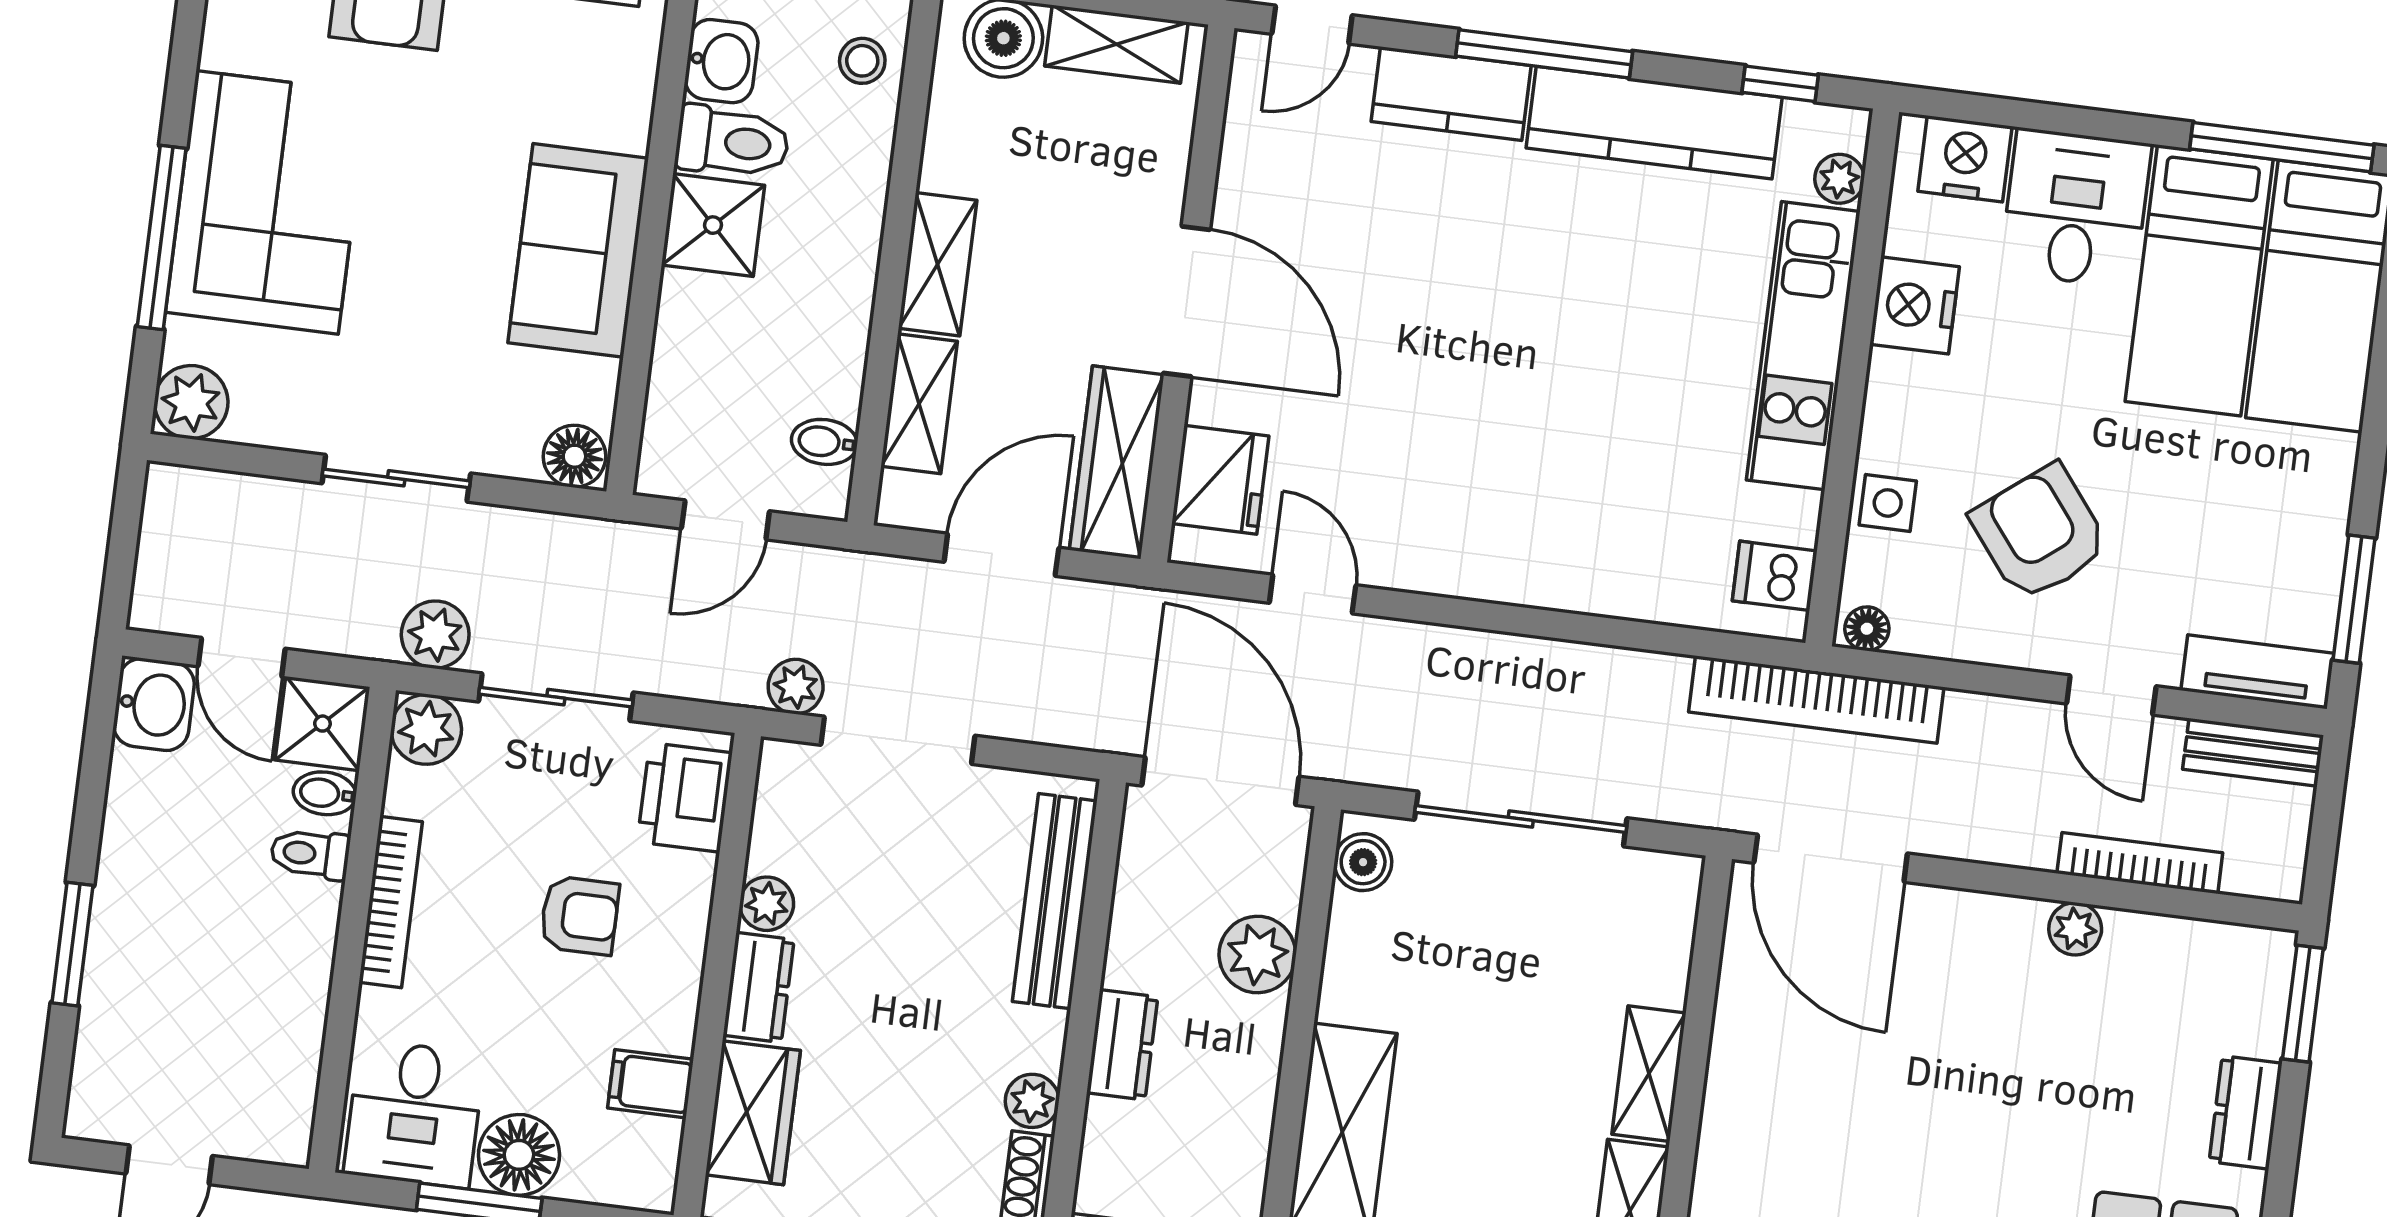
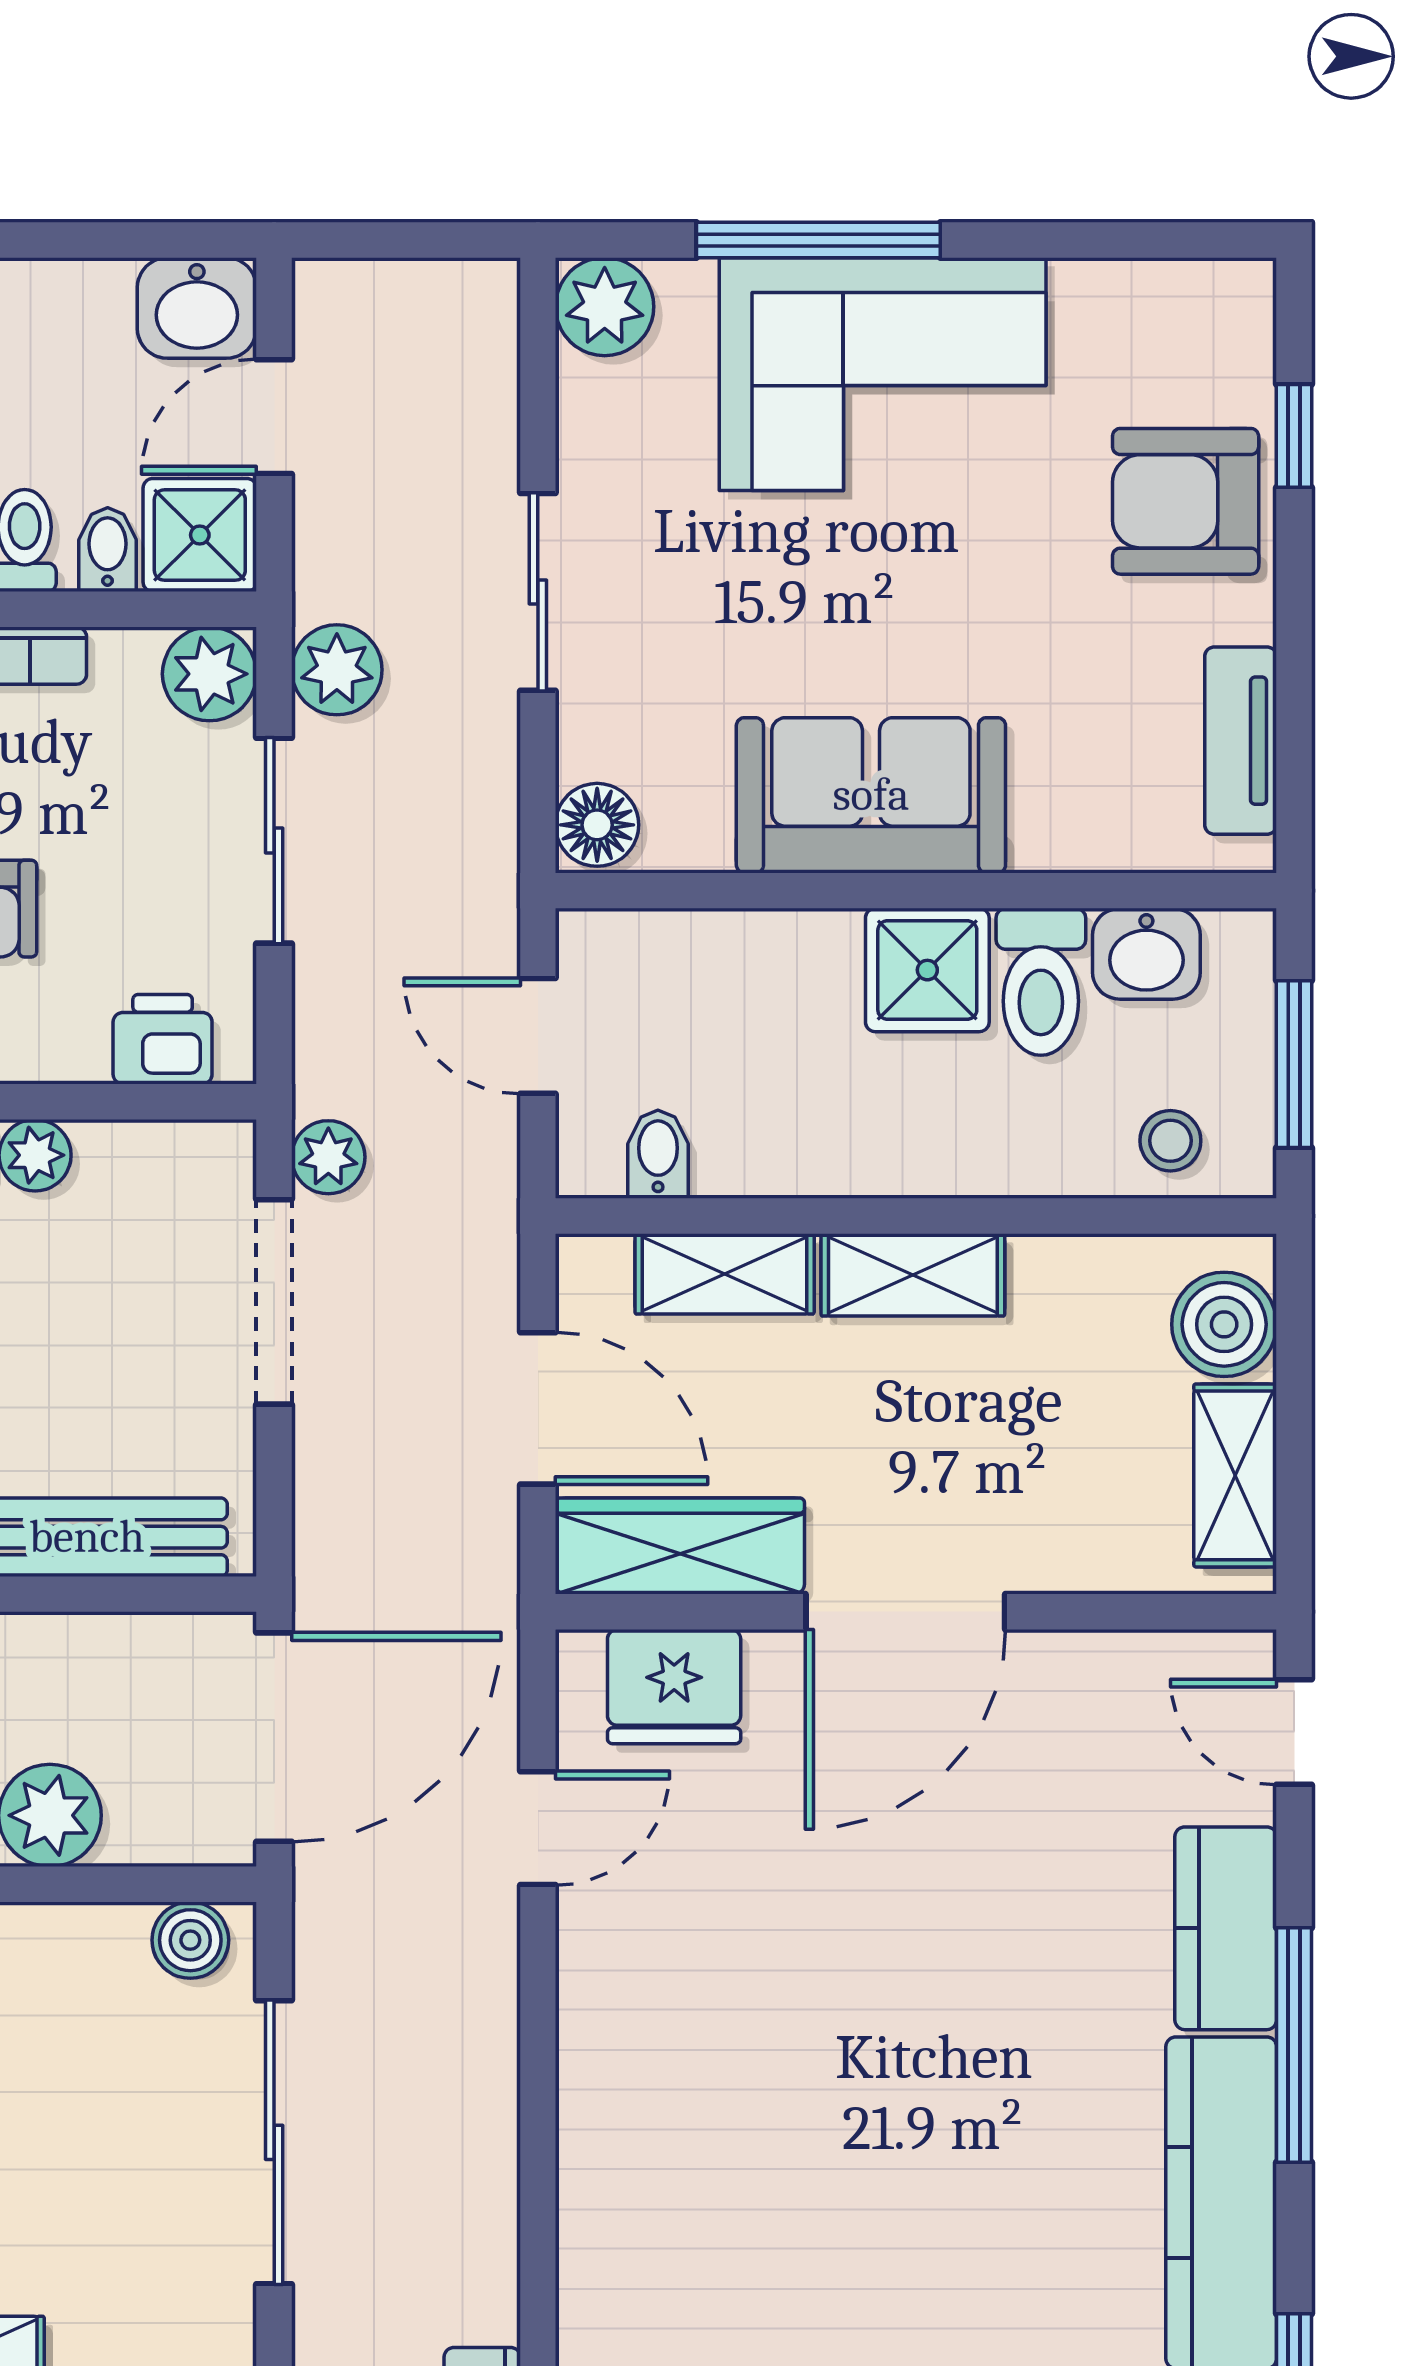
printer: (685, 797) -> (163, 1039), width x0.73, depth x0.81

